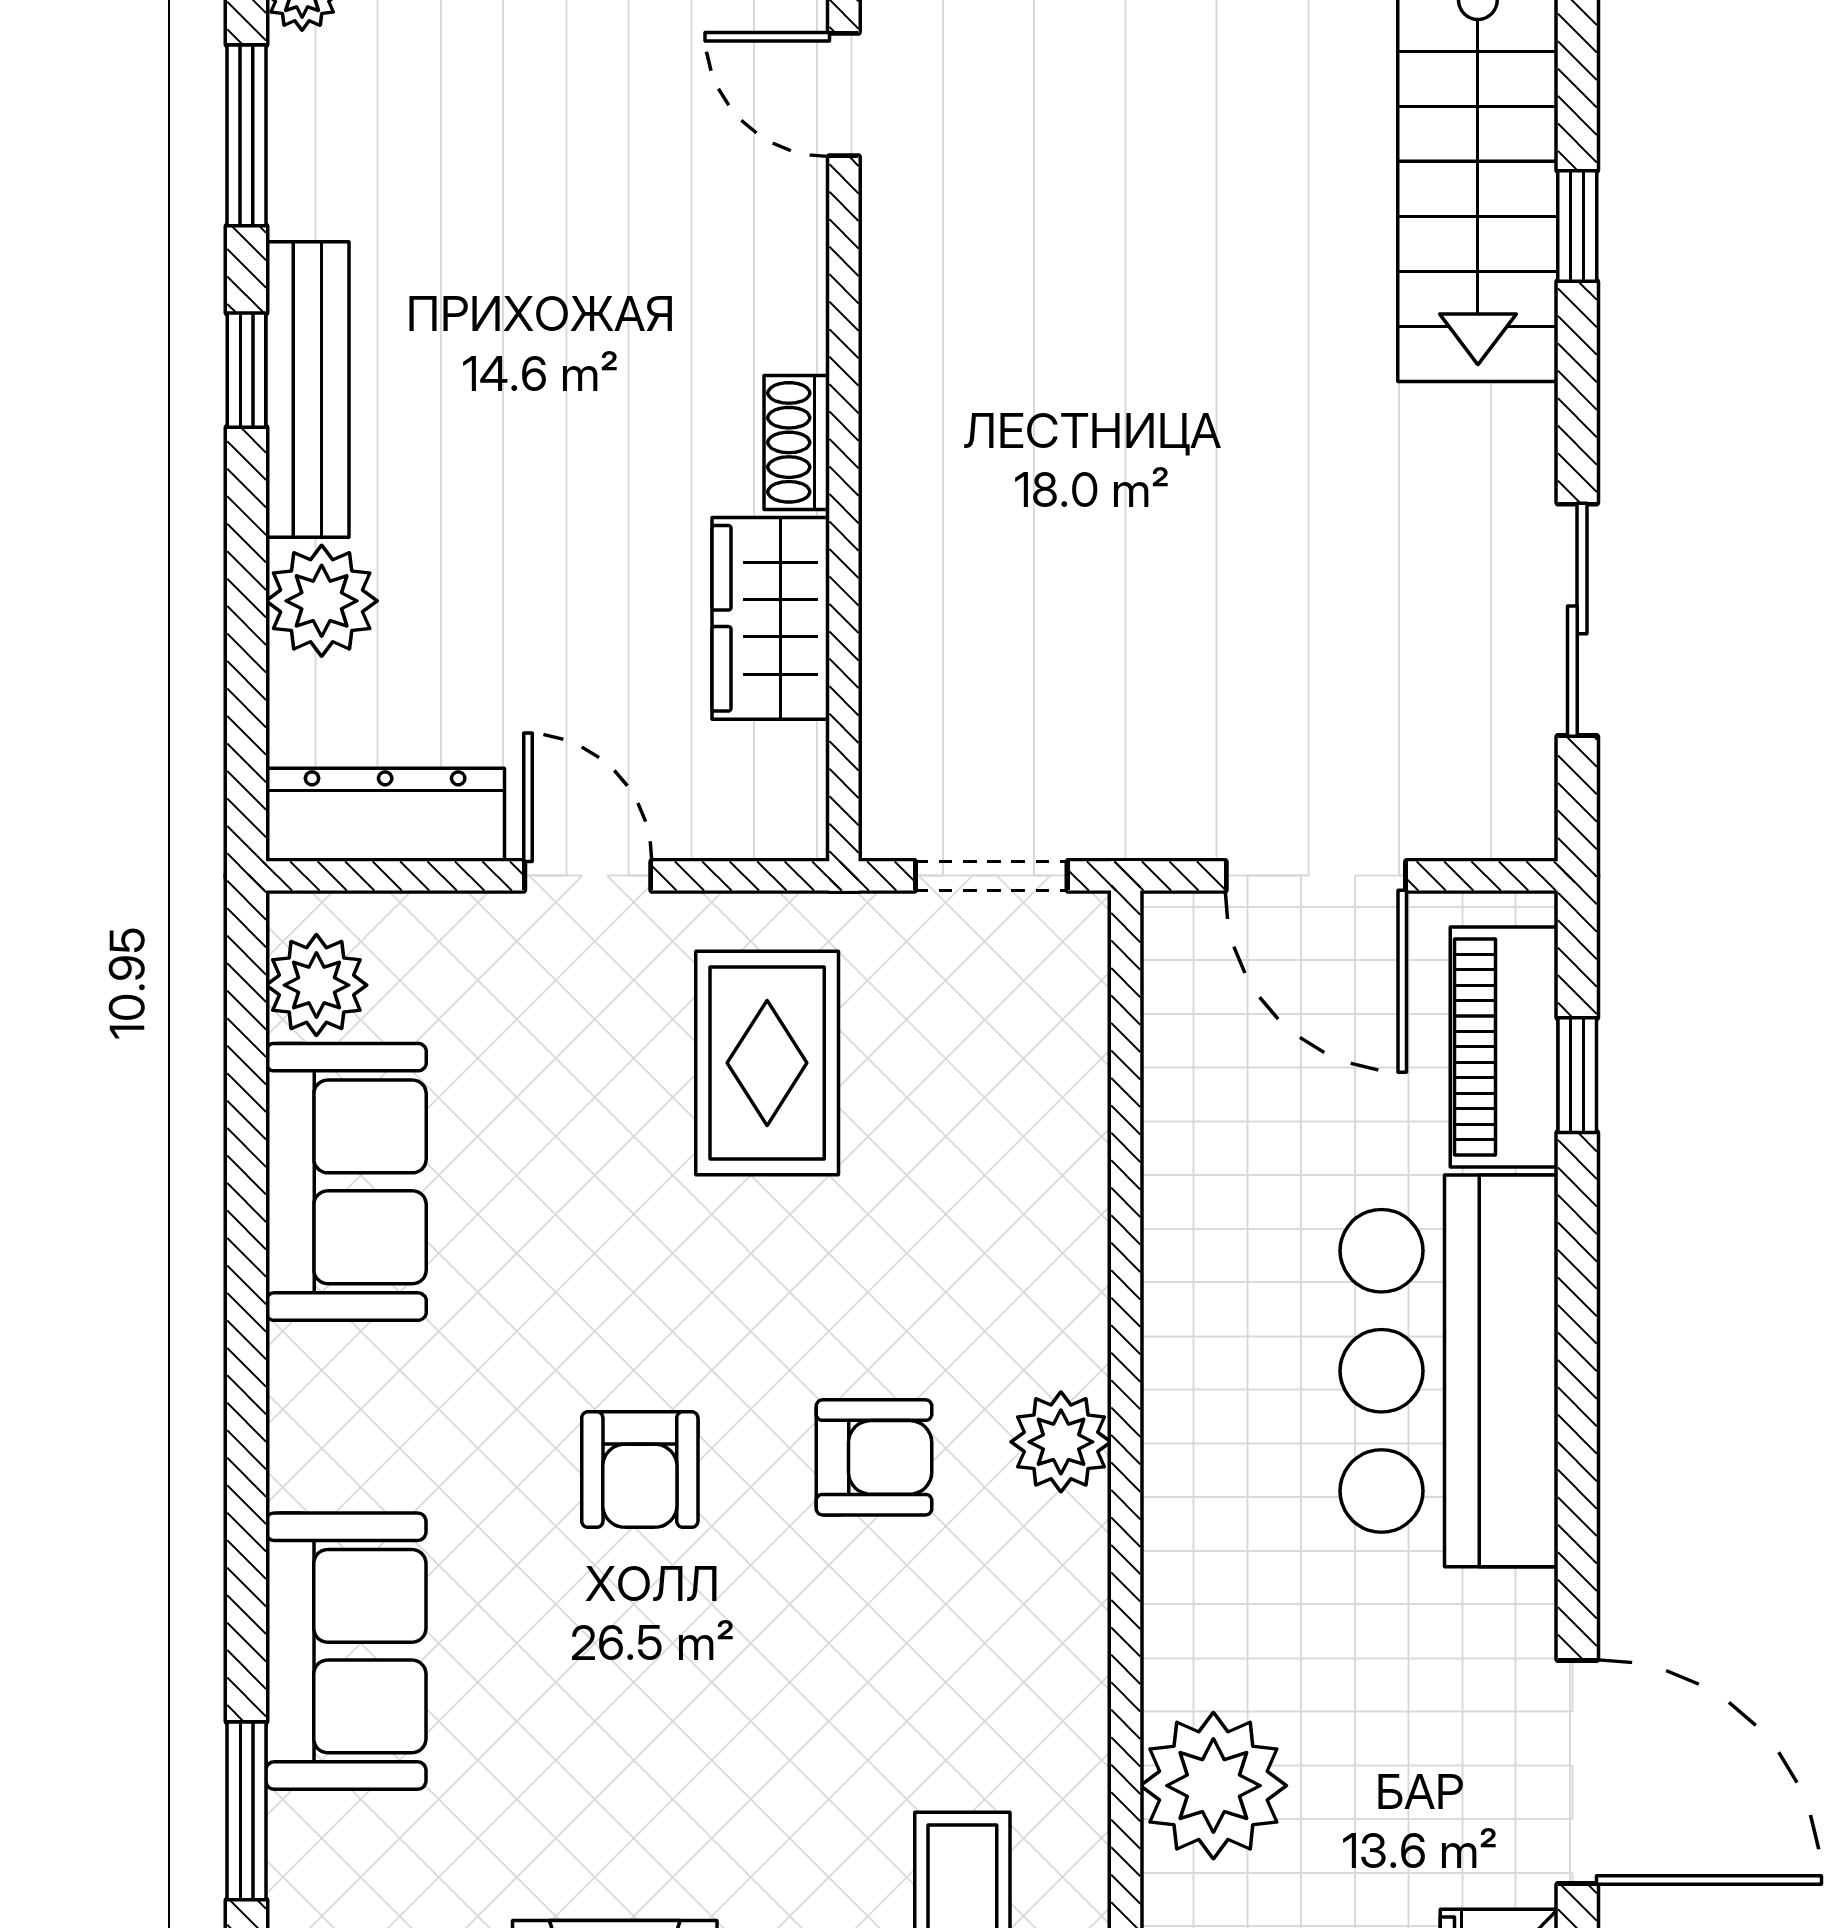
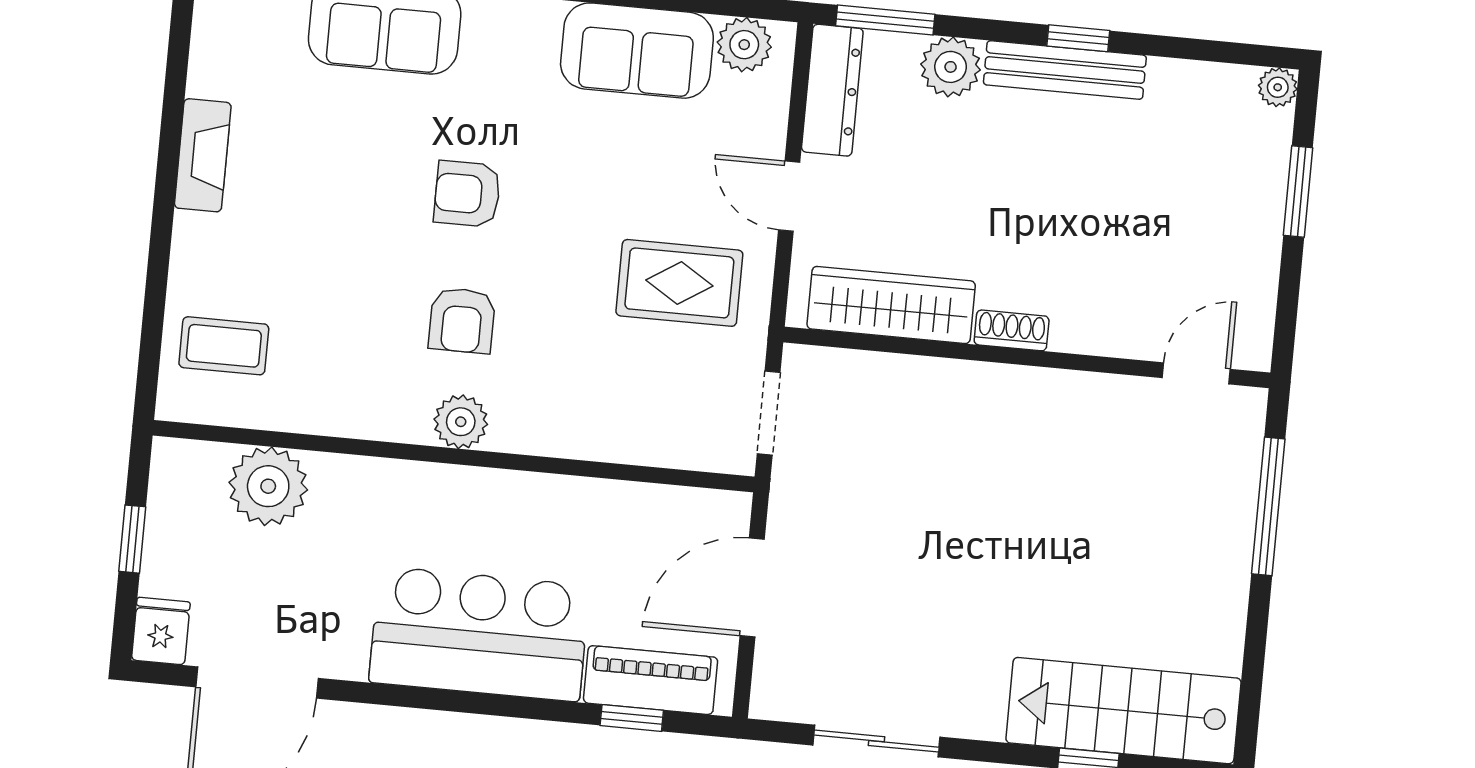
window: (247, 135) -> (885, 20), moved
wardrobe: (771, 618) -> (891, 305), width x1.50
door: (588, 876) -> (789, 196), swing flipped

